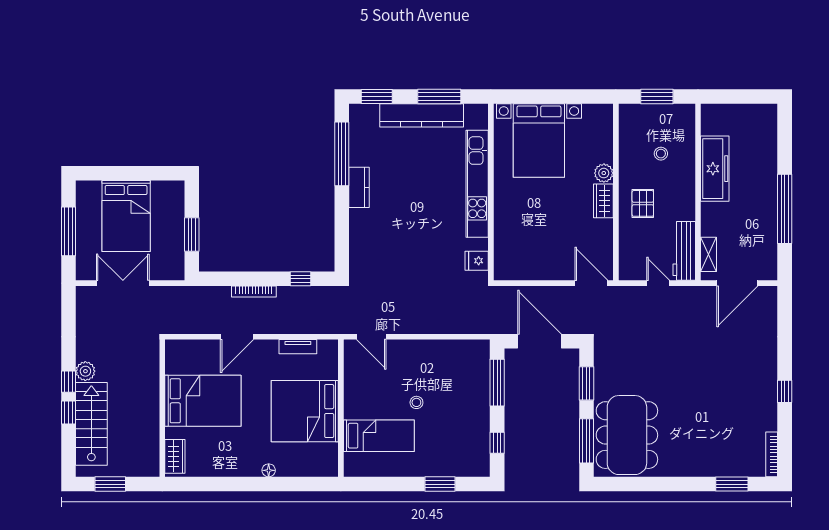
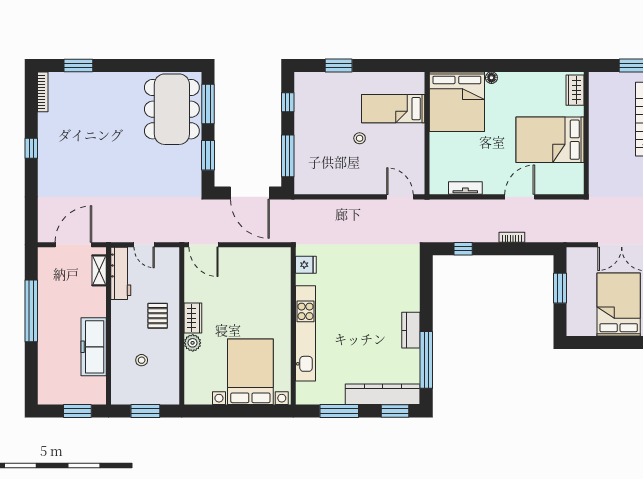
window: (733, 97) -> (77, 411), added
kitchen counter: (422, 115) -> (383, 394), moved
bookcase: (254, 292) -> (512, 237), width x0.64
bed: (305, 411) -> (457, 102), moved, turned 90

